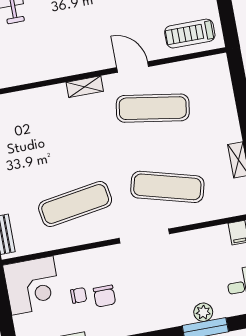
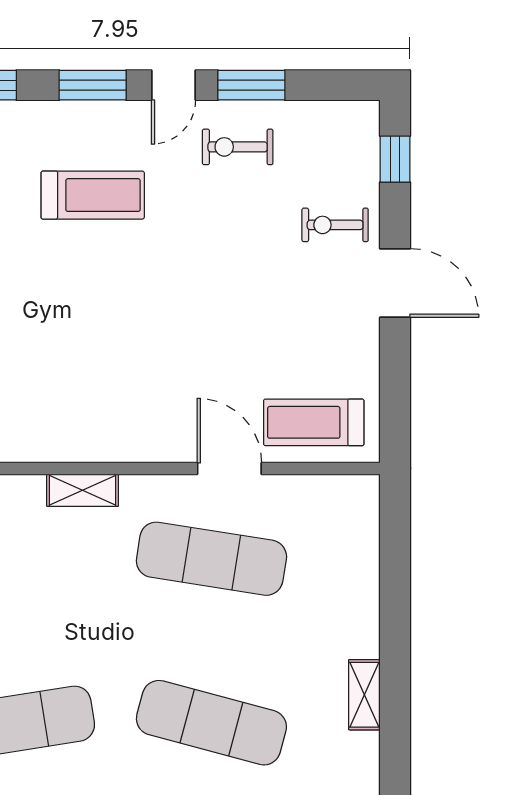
door: (133, 67) -> (229, 468), moved

